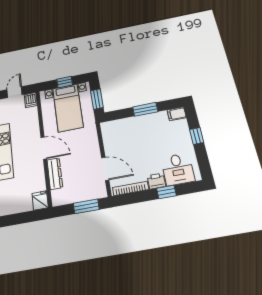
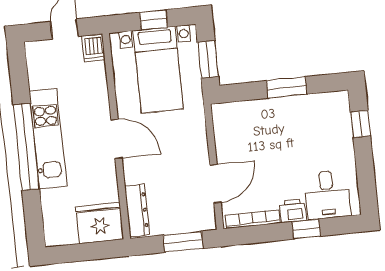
filing cabinet: (177, 114) -> (336, 101), removed
window: (197, 136) -> (360, 124), moved
door: (105, 169) -> (215, 184), hinge flipped
dresser: (55, 174) -> (137, 210), moved
fridge: (40, 200) -> (100, 223), width x1.88, depth x1.34

